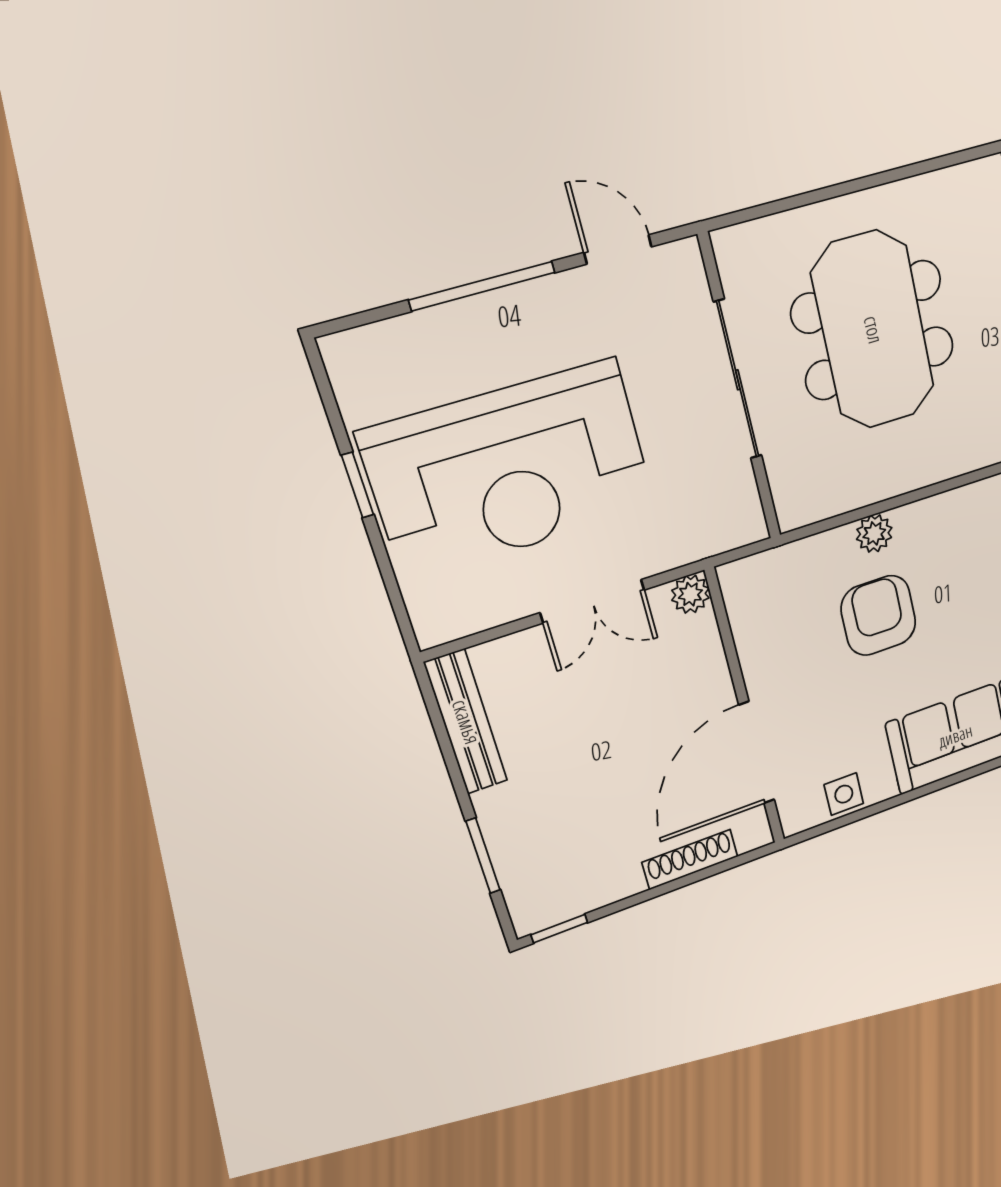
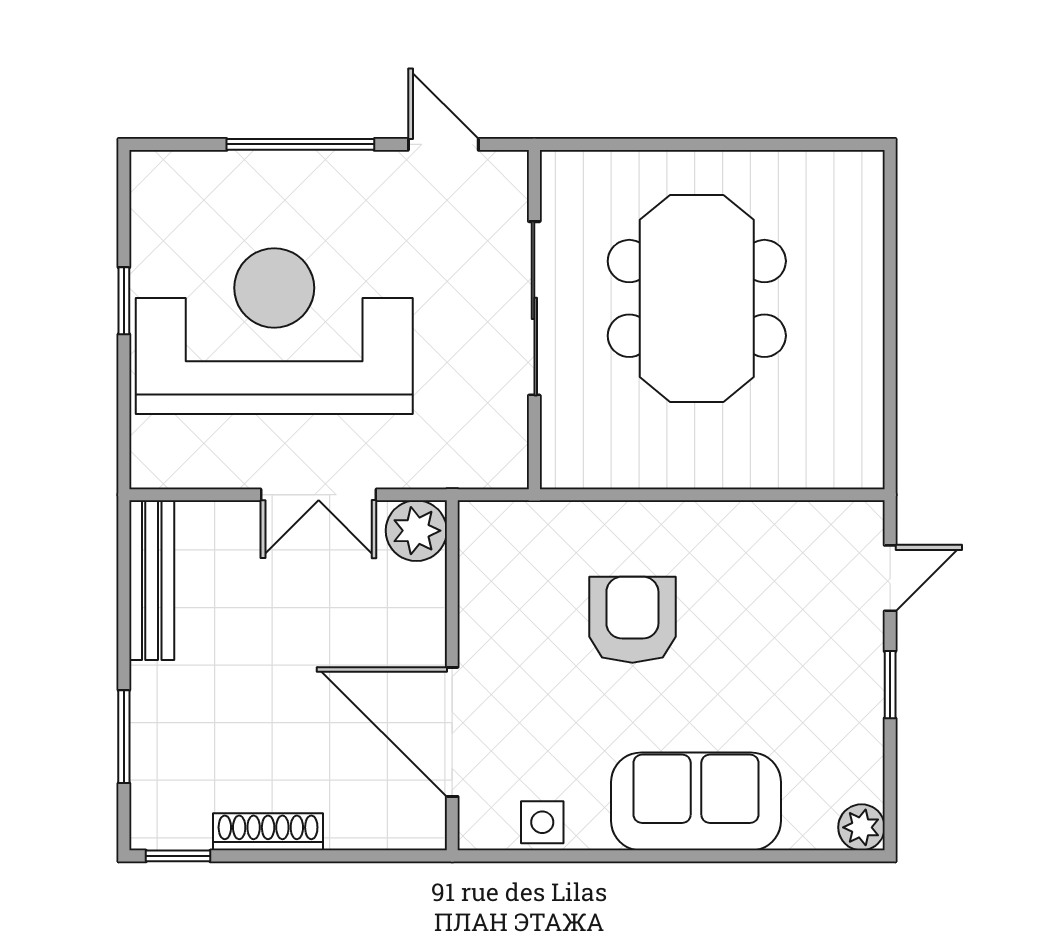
reception desk: (510, 470) -> (274, 331), turned 180
plant: (874, 533) -> (648, 523), removed
plant: (690, 594) -> (416, 531), width x1.38, depth x1.38
door: (757, 753) -> (452, 732), hinge flipped
shoe rack: (690, 859) -> (268, 832), moved

